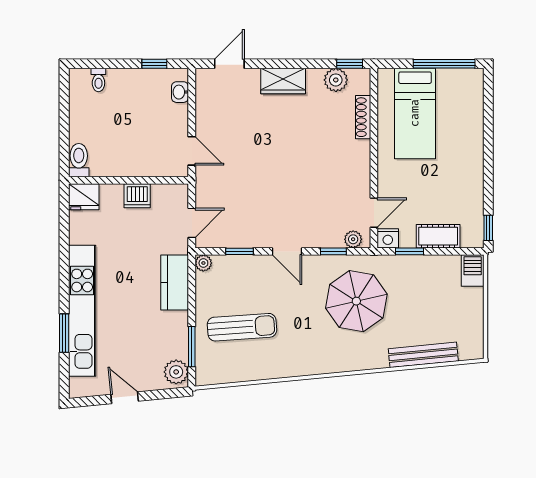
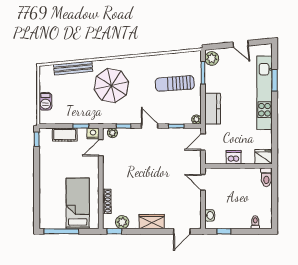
barbecue: (473, 270) -> (45, 101), moved
parasol: (356, 301) -> (111, 86), moved

